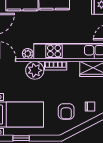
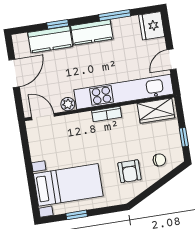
plant: (35, 70) -> (80, 124), removed

